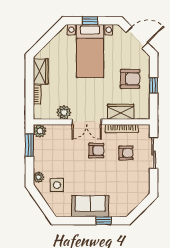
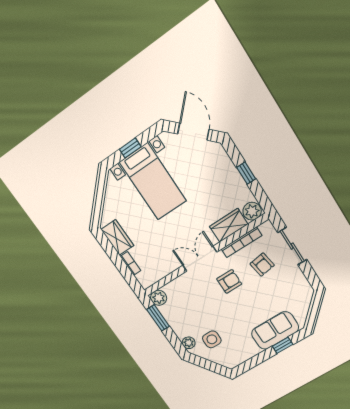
door: (137, 38) -> (193, 132), hinge flipped
armchair: (130, 79) -> (216, 183), removed
plant: (64, 112) -> (252, 211), moved
double door: (87, 122) -> (200, 259), swing flipped
armchair: (126, 153) -> (262, 265), turned 81
sofa: (90, 206) -> (275, 331), moved

